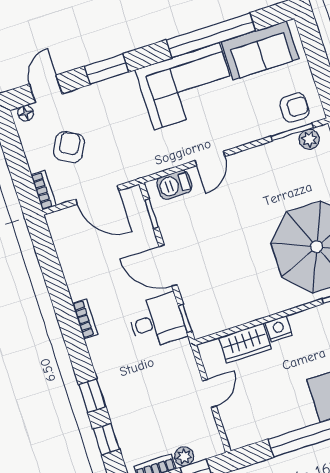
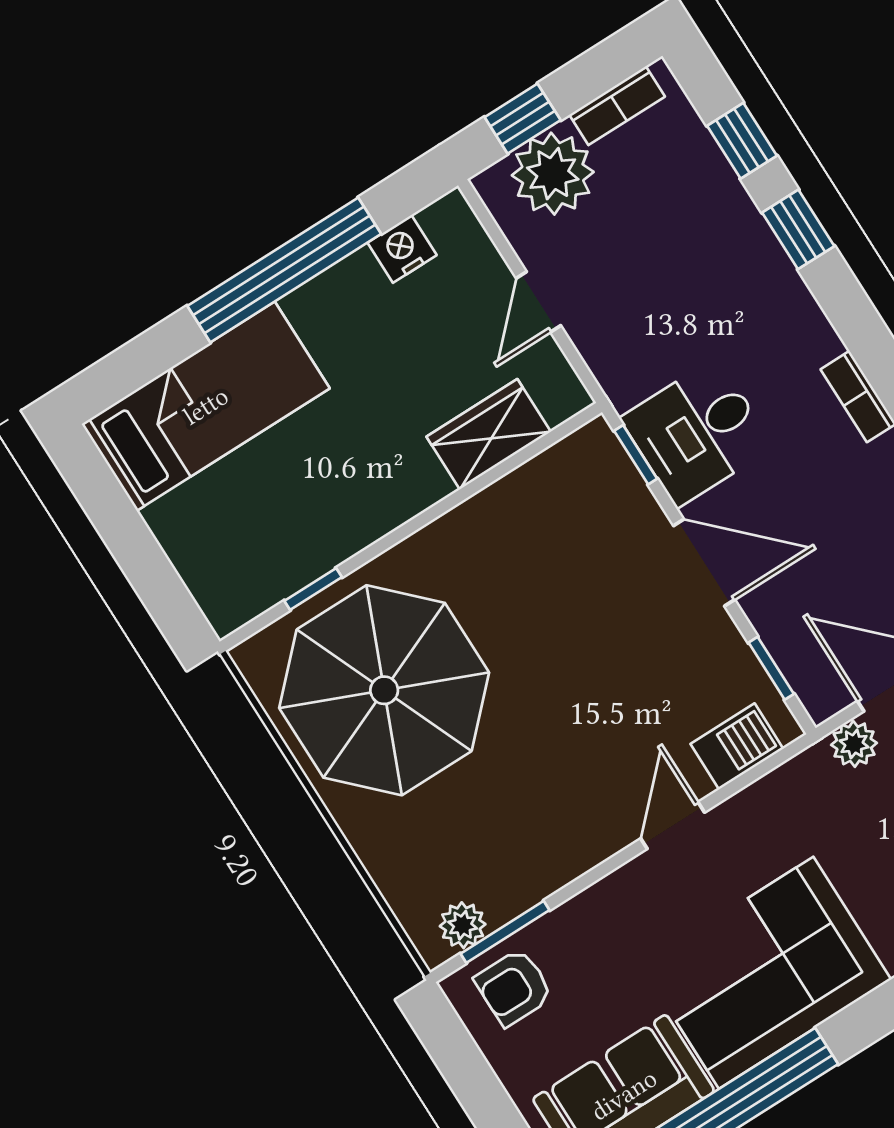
plant: (125, 173) -> (854, 744), added
nightstand: (279, 329) -> (402, 249), moved, turned 180
plant: (184, 456) -> (553, 174), width x1.88, depth x1.88

